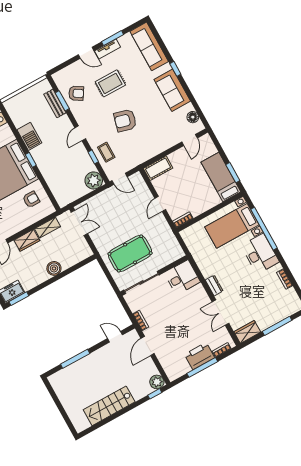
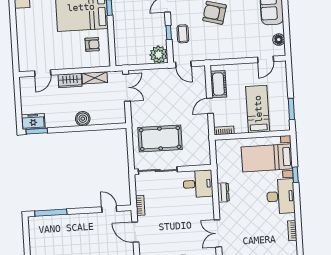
cot: (158, 168) -> (218, 84), moved, turned 90
bed: (221, 177) -> (258, 109), moved
window: (264, 229) -> (295, 175), width x0.32
dresser: (214, 285) -> (223, 192), moved
door: (148, 346) -> (135, 232), hinge flipped
window: (75, 359) -> (51, 213), moved

